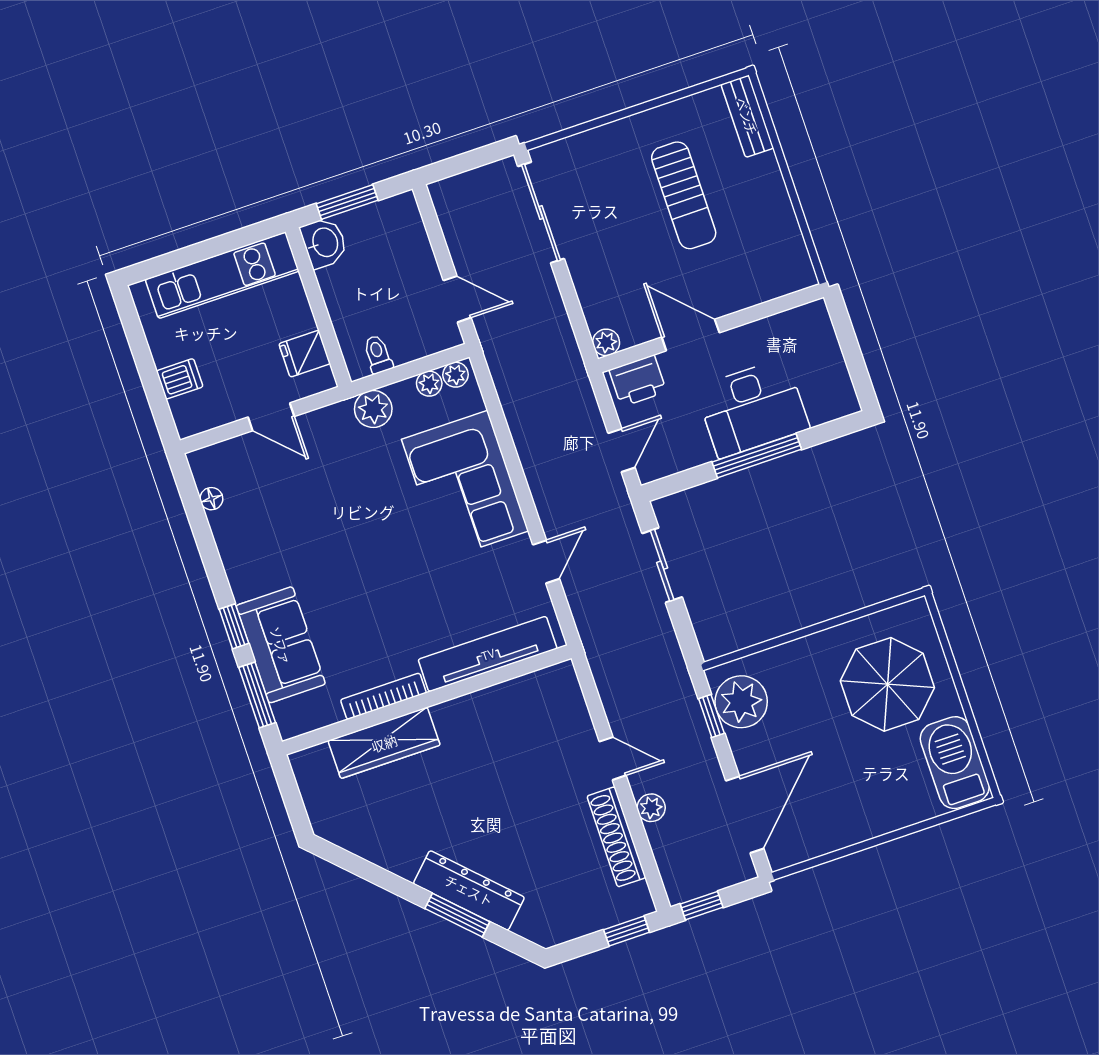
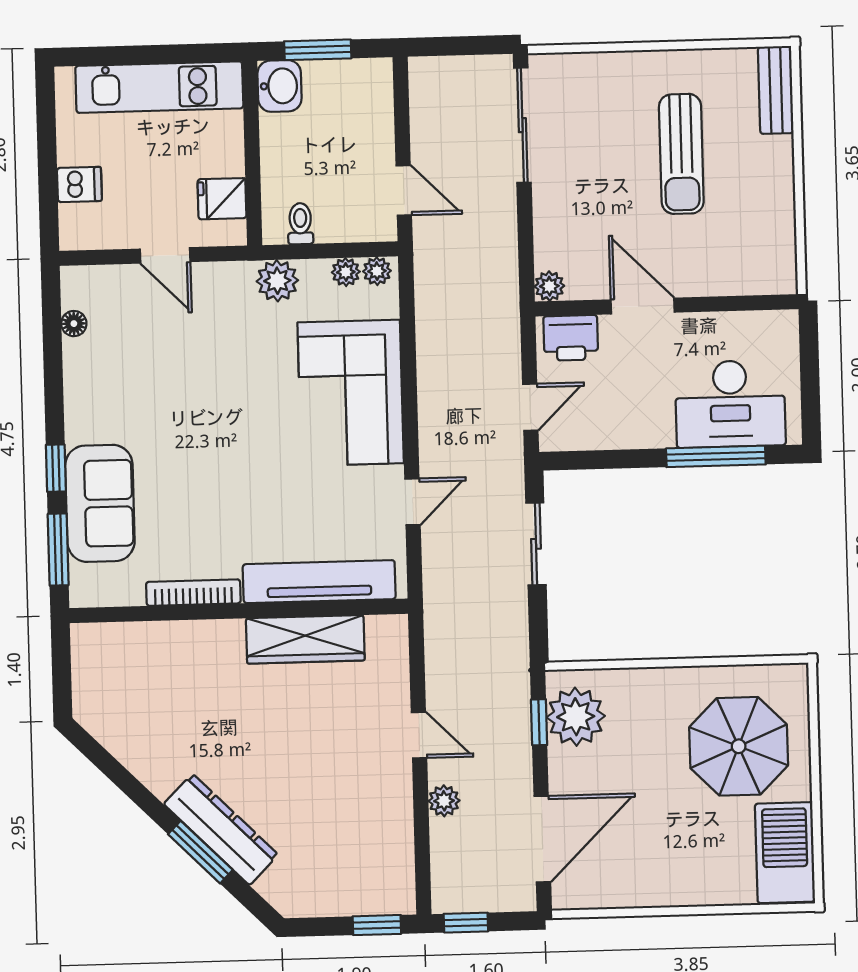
desk: (752, 408) -> (730, 404), moved
window: (757, 456) -> (716, 456), moved
wardrobe: (384, 743) -> (305, 639), moved
shoe rack: (616, 837) -> (397, 821), removed

